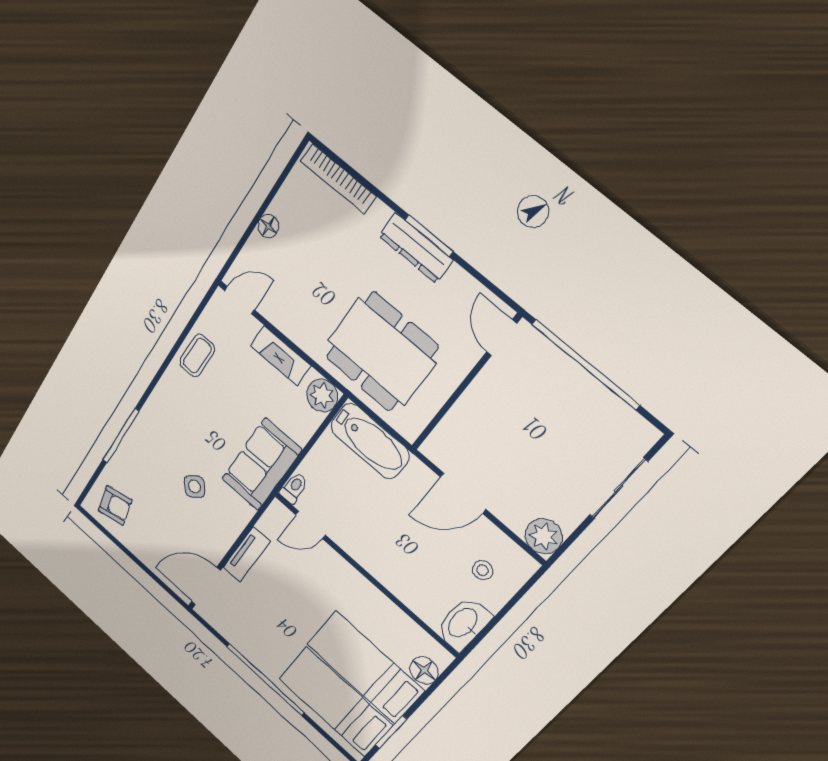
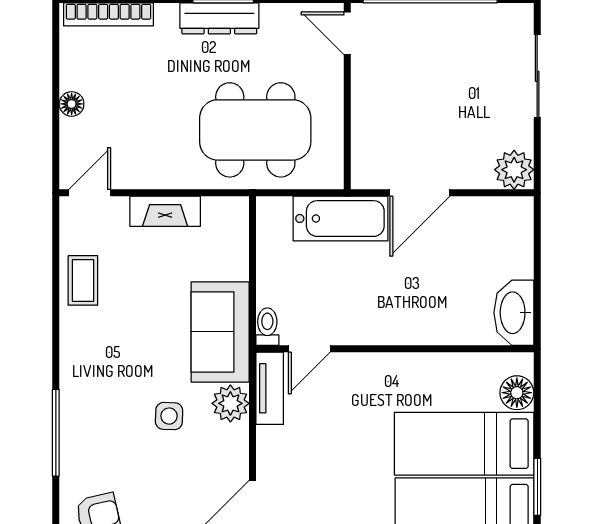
plant: (322, 395) -> (230, 403), moved
bathtub: (370, 441) -> (341, 219), moved
side table: (195, 487) -> (169, 416), turned 45
tv unit: (247, 554) -> (270, 388), moved
stool: (483, 570) -> (490, 247), removed

